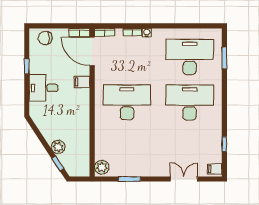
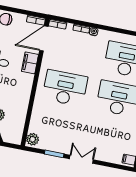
door: (92, 51) -> (44, 38), hinge flipped
filing cabinet: (82, 82) -> (30, 63), width x2.00
double door: (184, 179) -> (81, 159), moved

